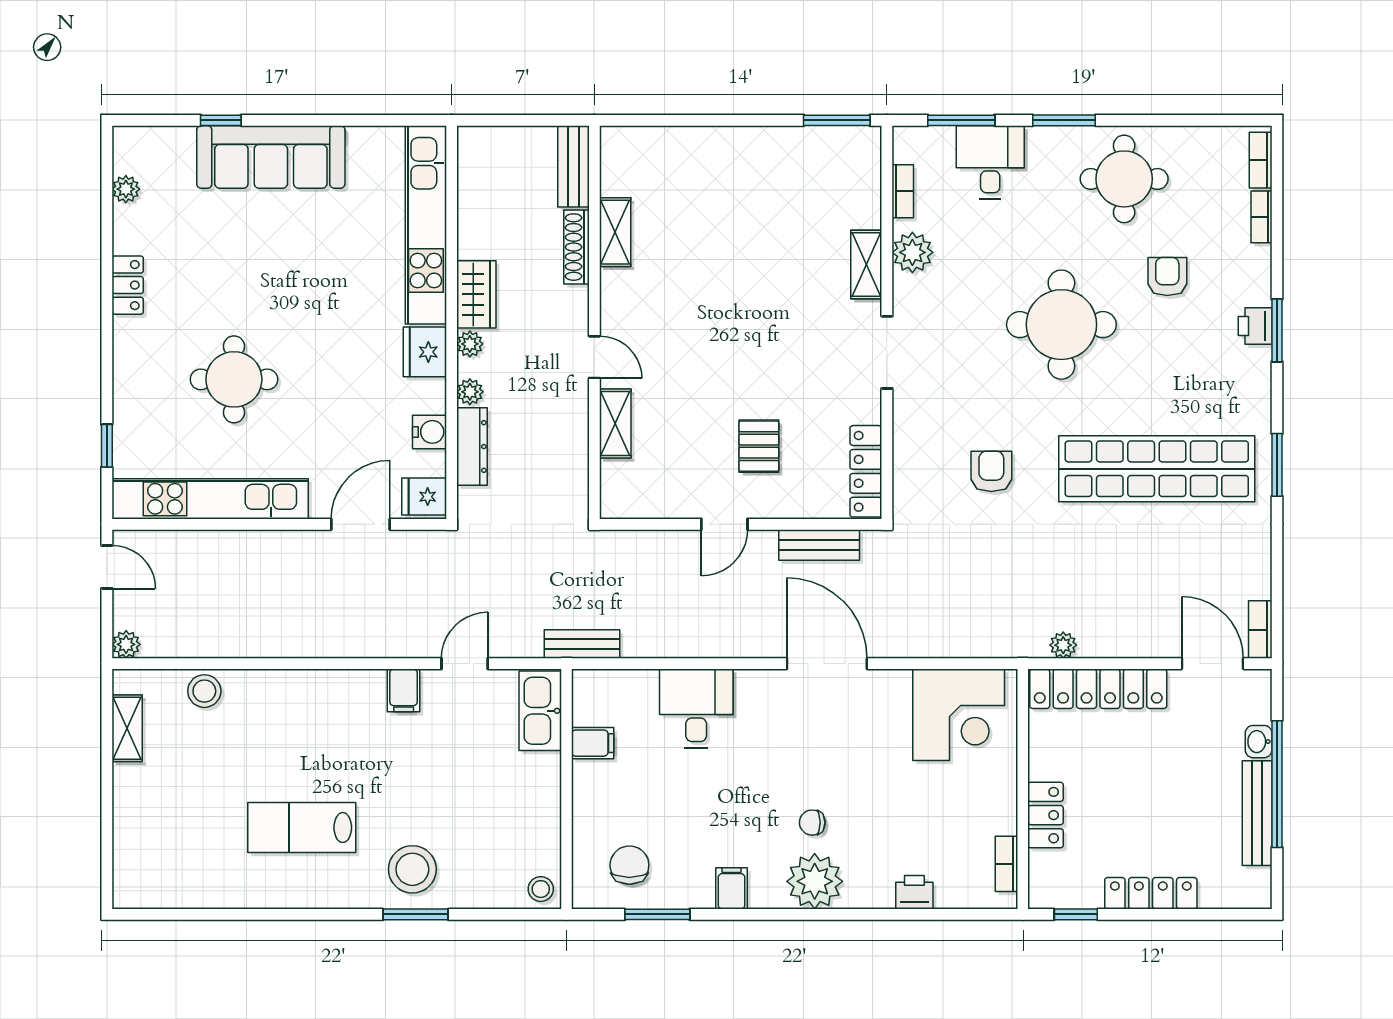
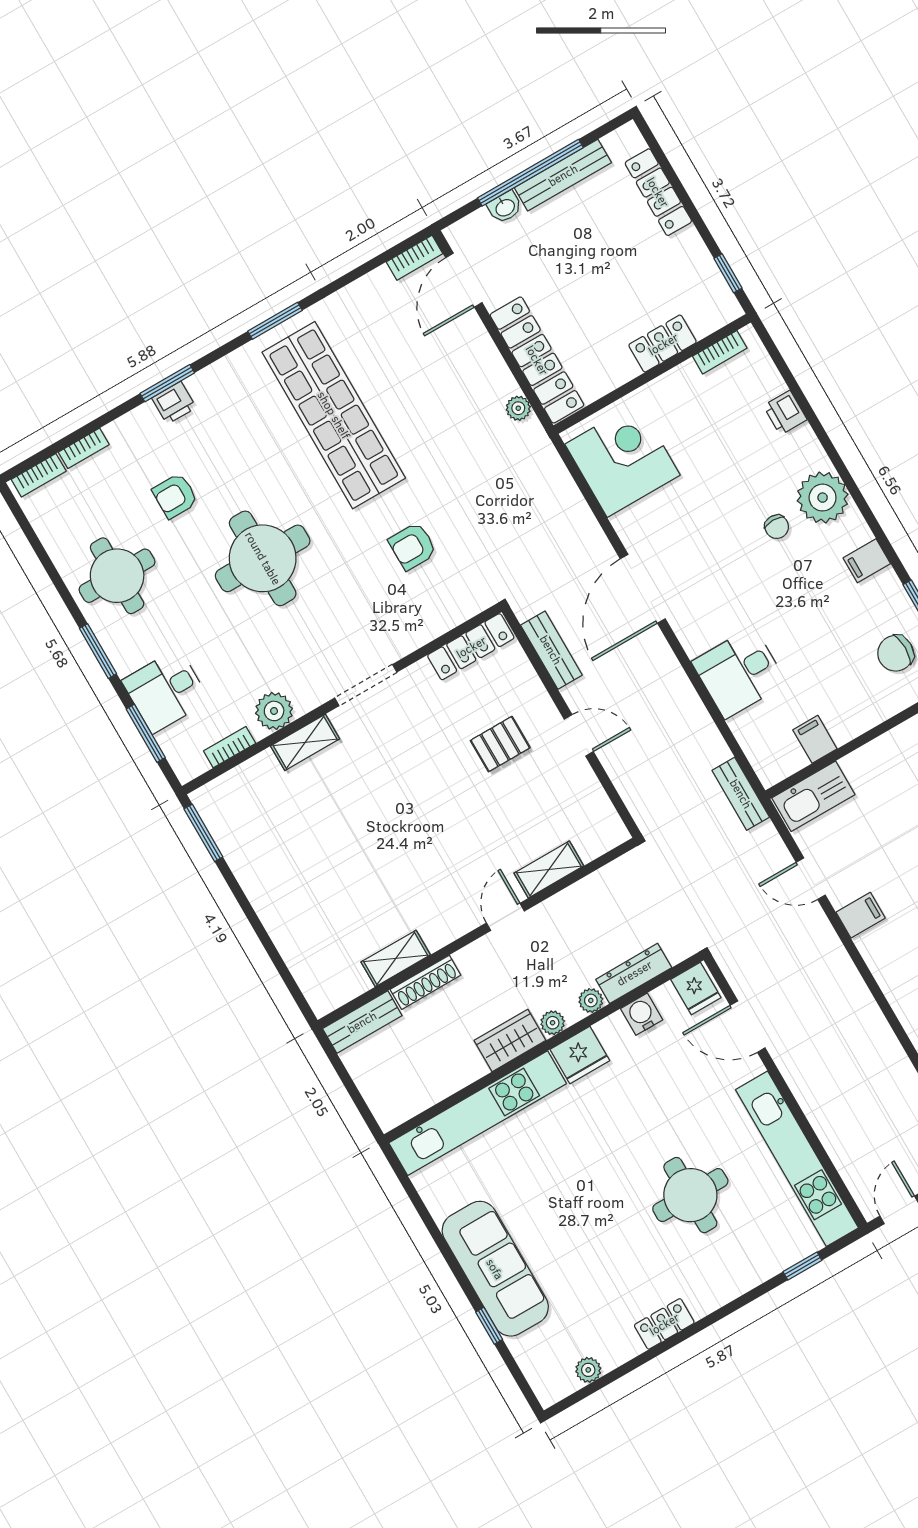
locker: (1151, 893) -> (658, 192), moved

